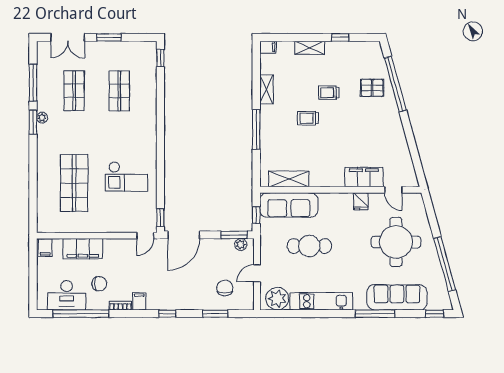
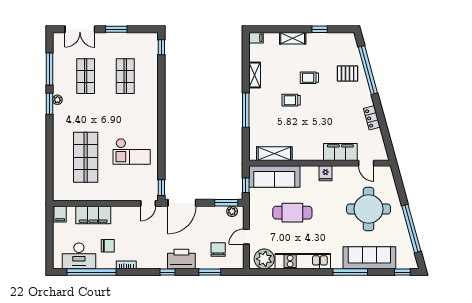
locker: (400, 138) -> (372, 118), added
fridge: (361, 201) -> (325, 173), moved
printer: (183, 299) -> (181, 259), added
filing cabinet: (139, 301) -> (143, 261), removed

